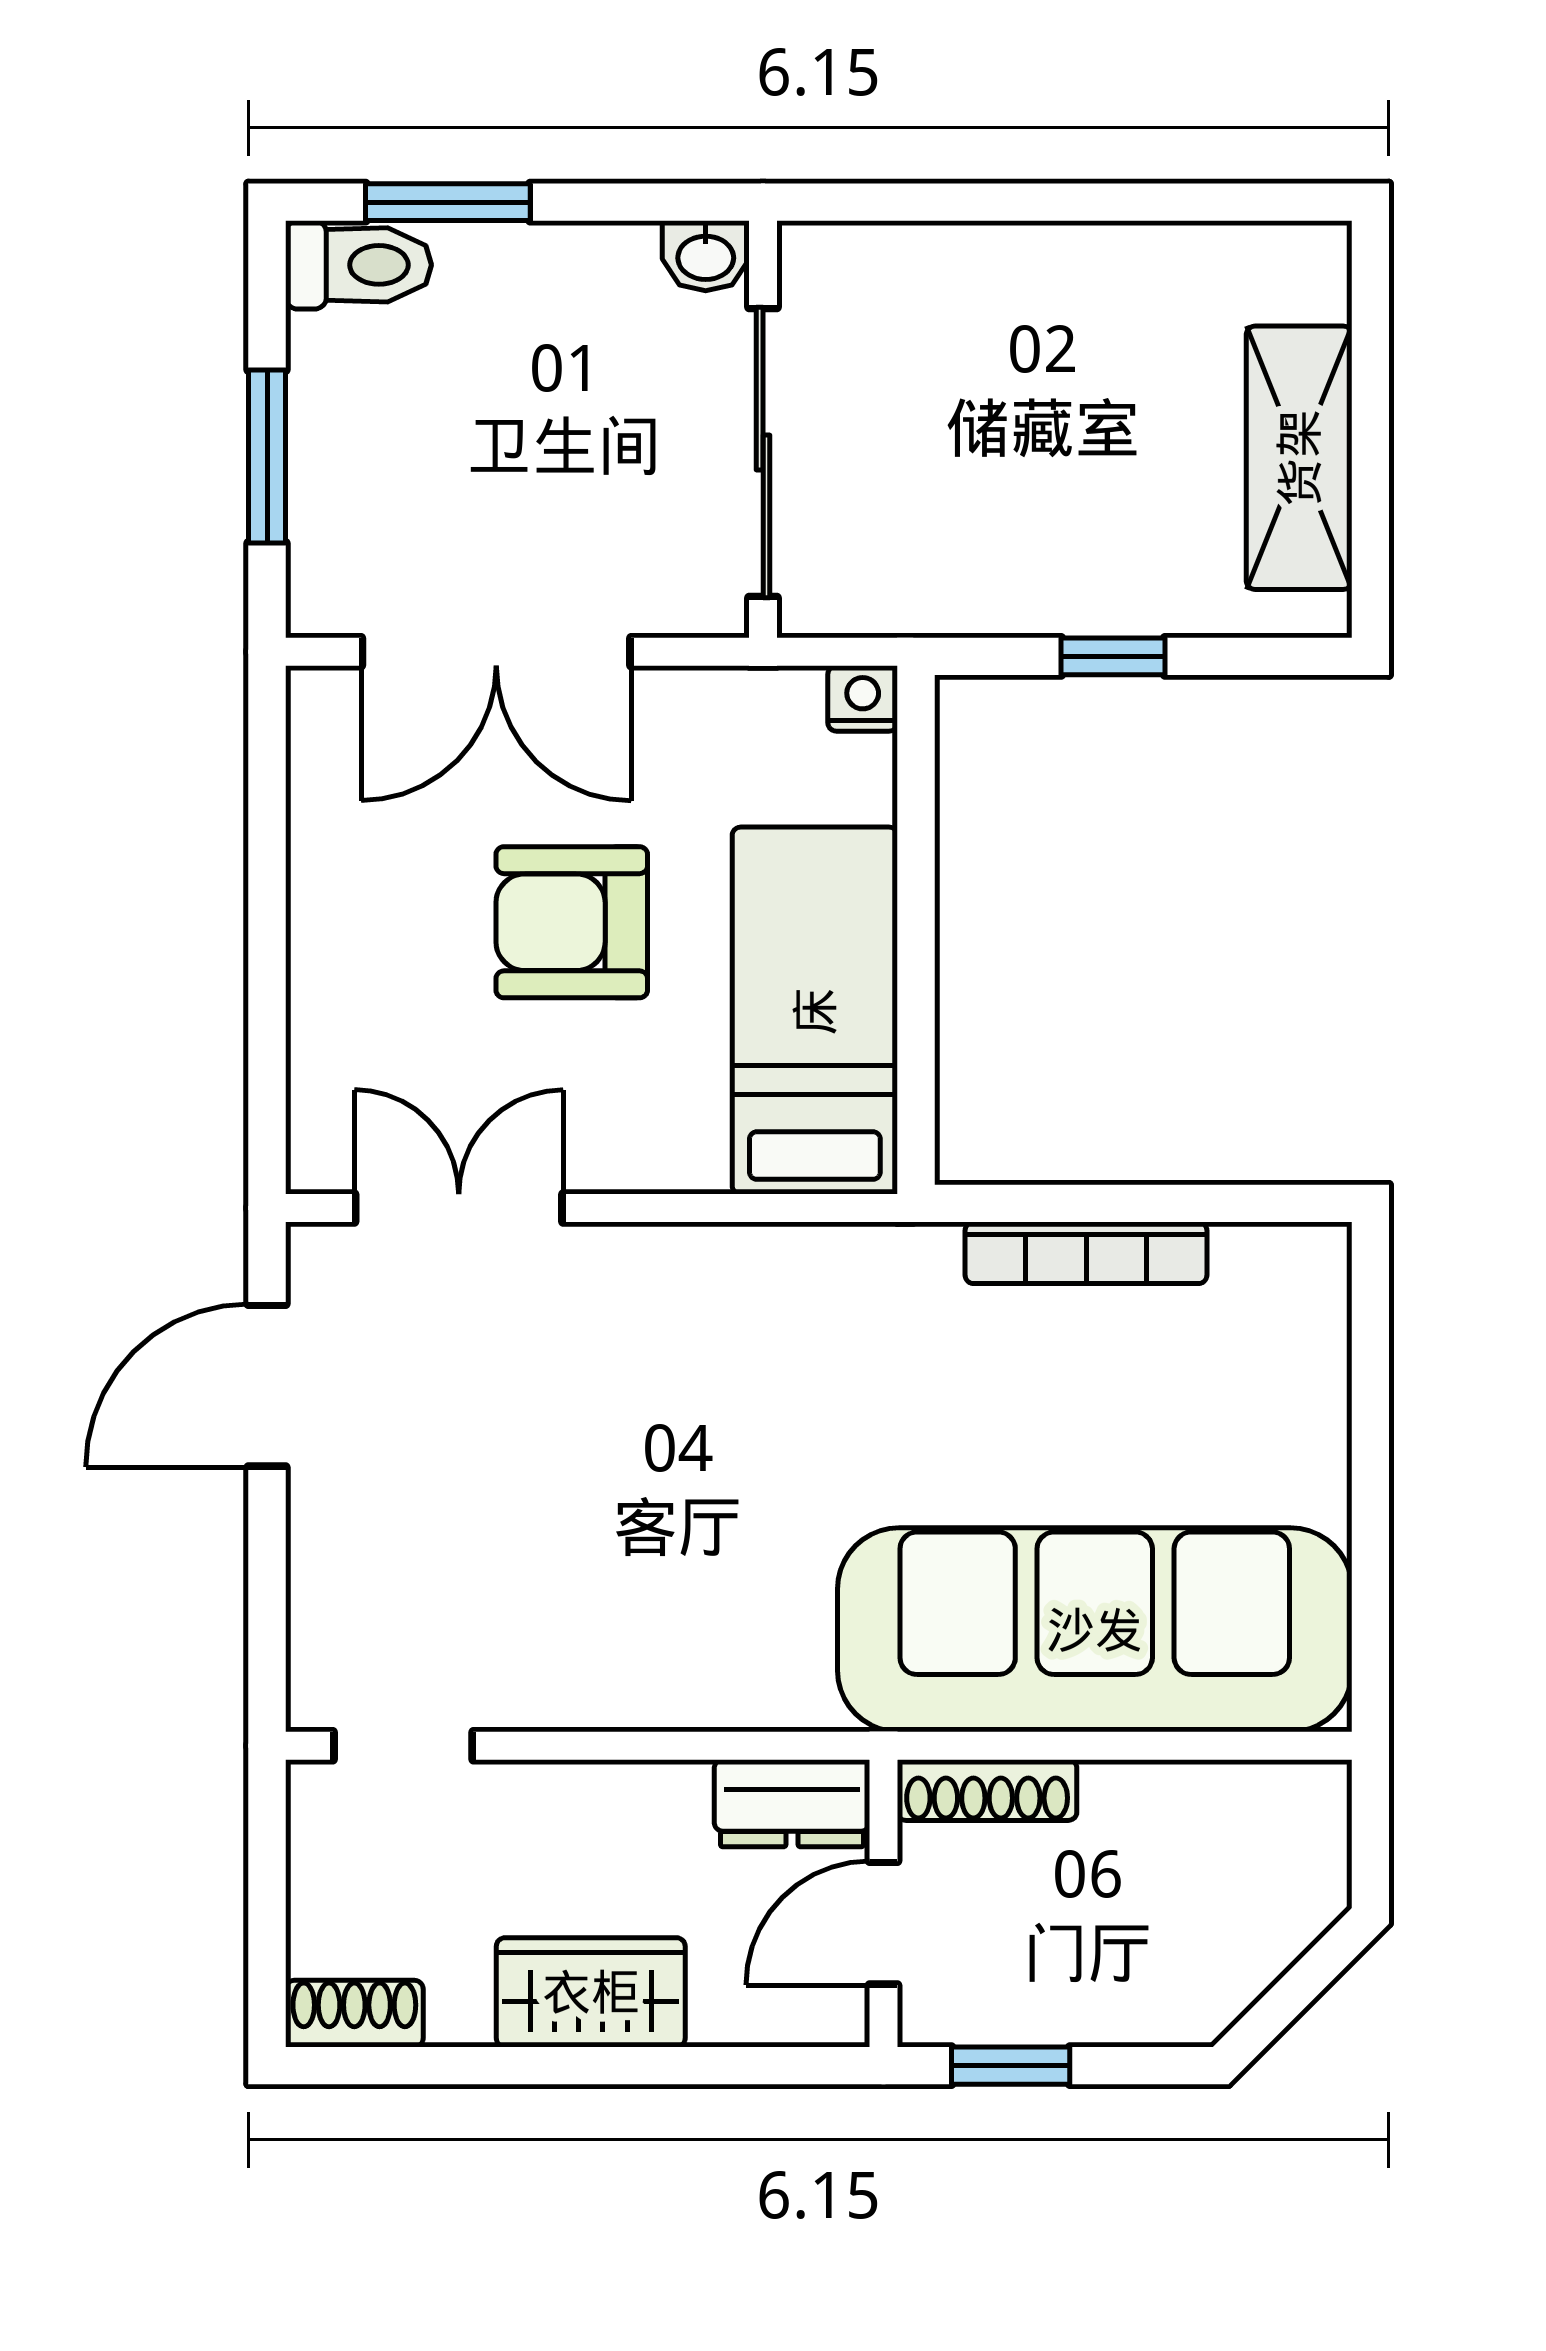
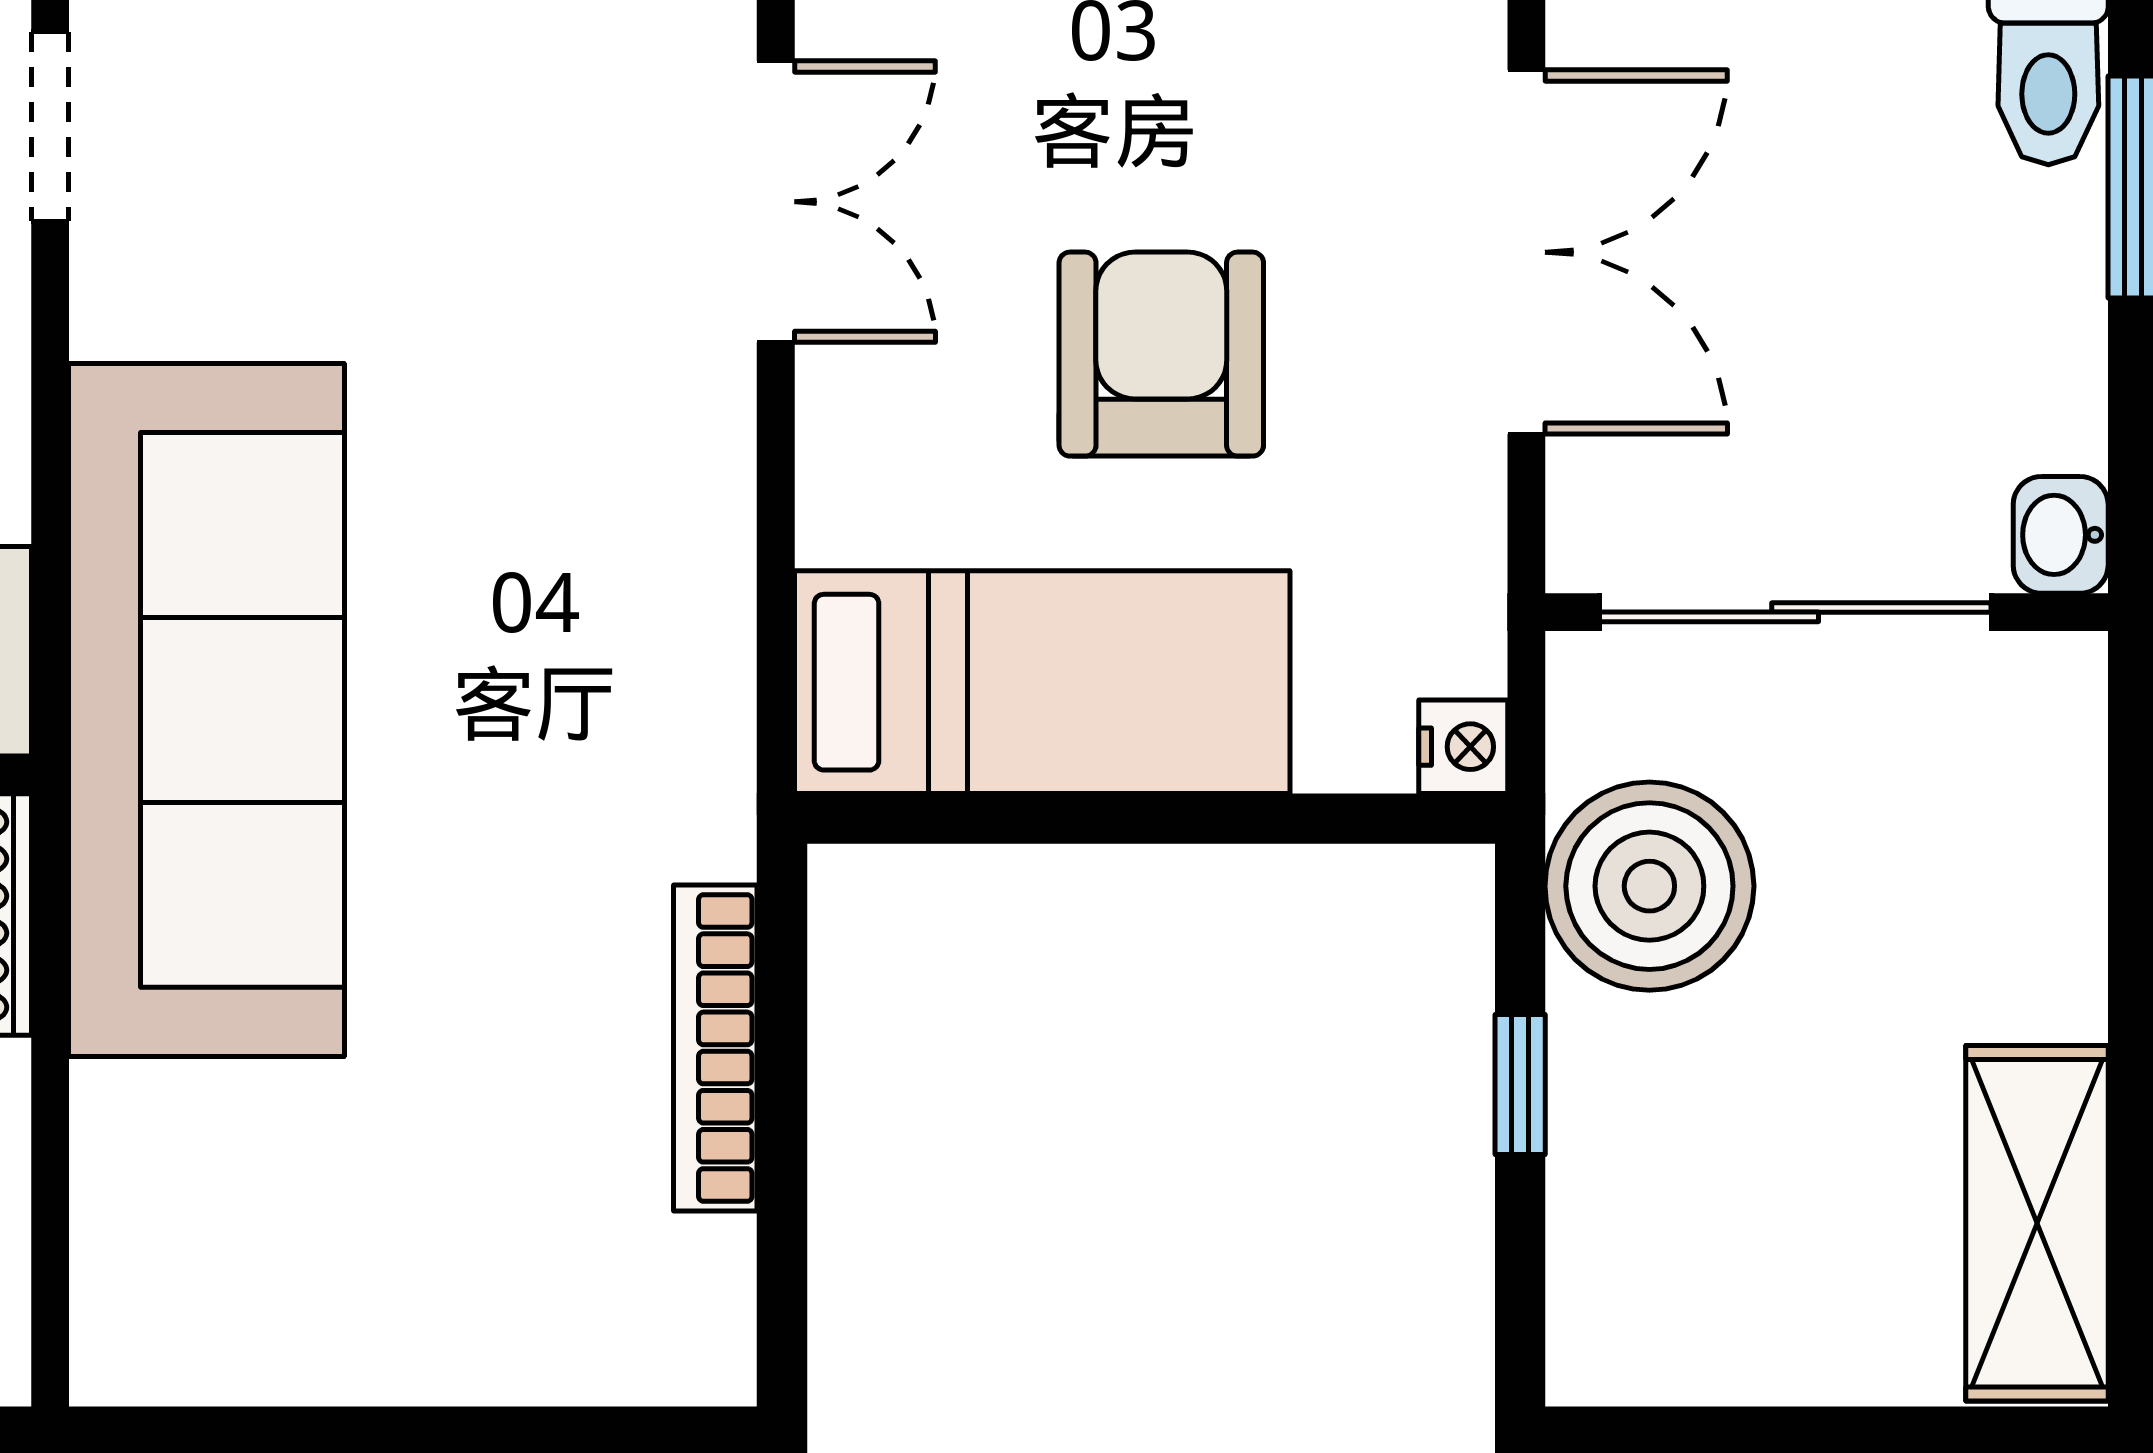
shelving: (1299, 458) -> (2037, 1223), moved, turned 90
boiler: (966, 560) -> (1649, 886), added
double door: (496, 652) -> (1526, 252), swing flipped
sofa: (1095, 1630) -> (207, 710), moved

